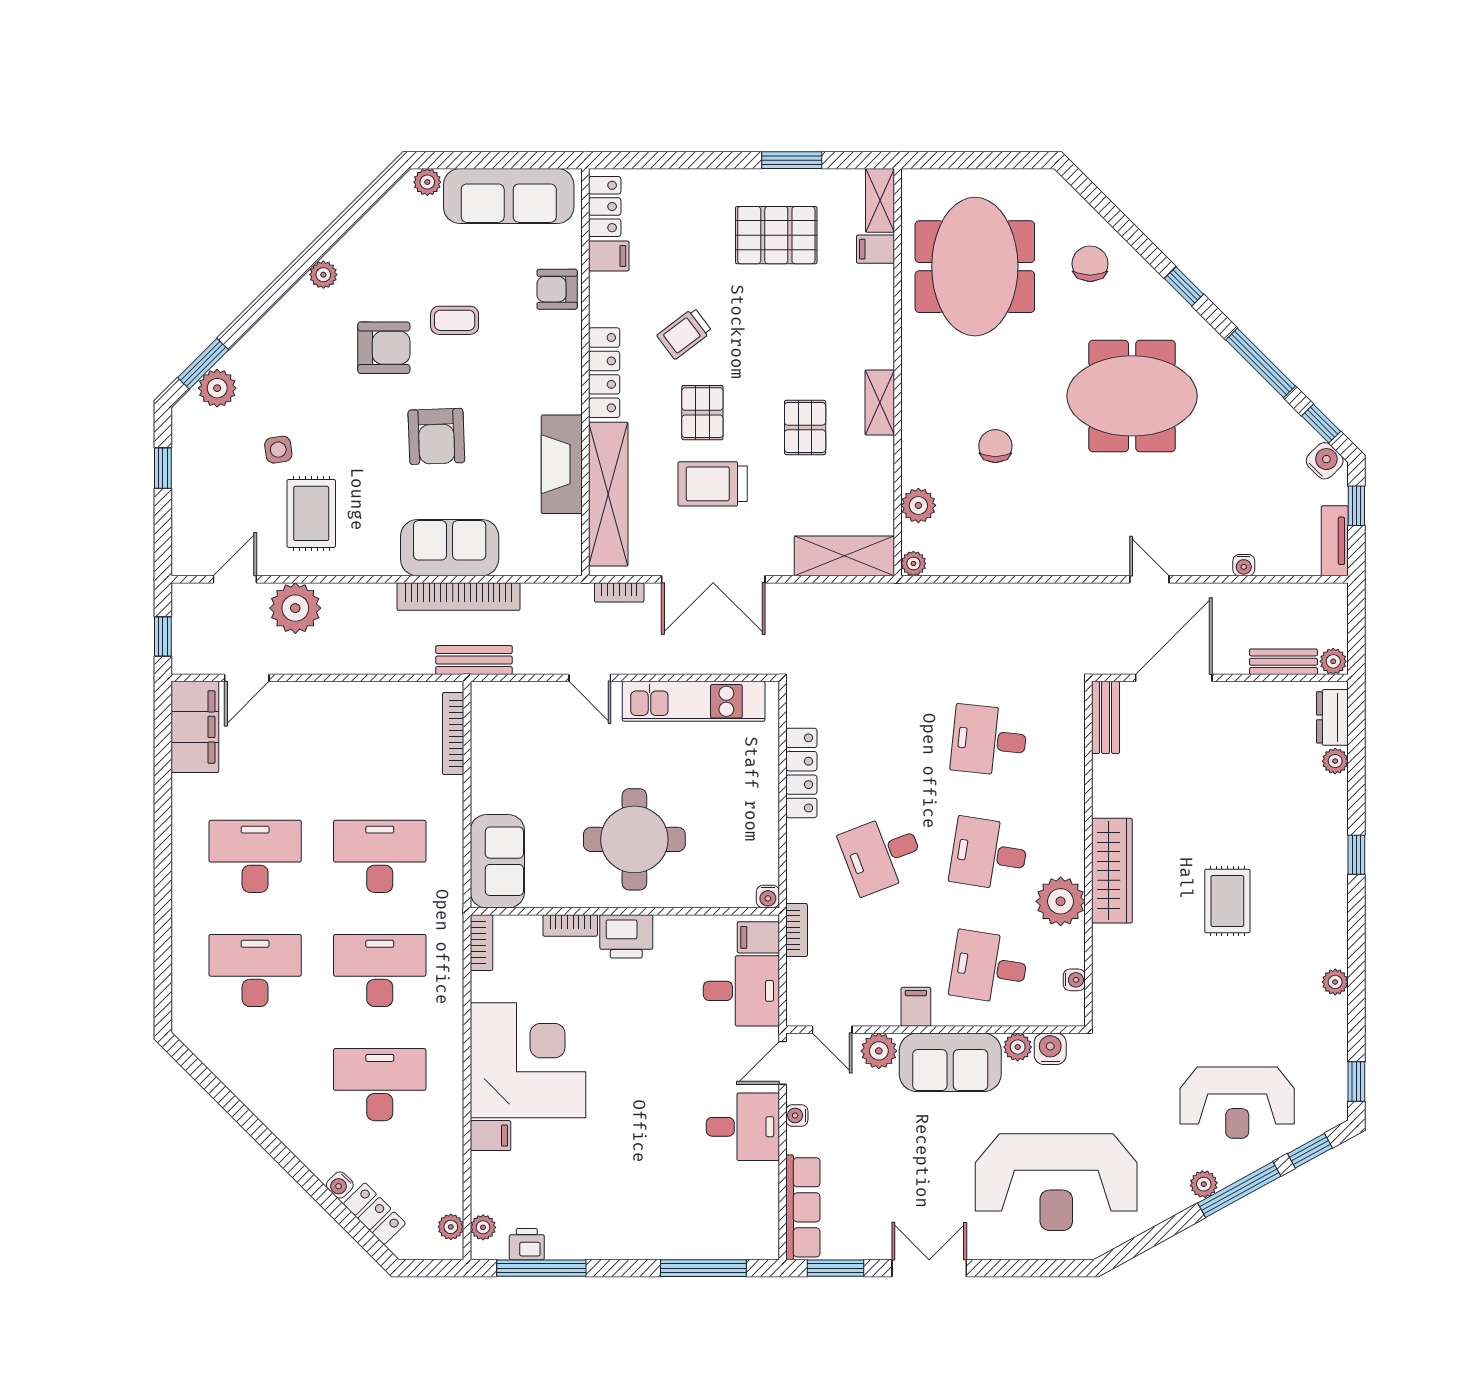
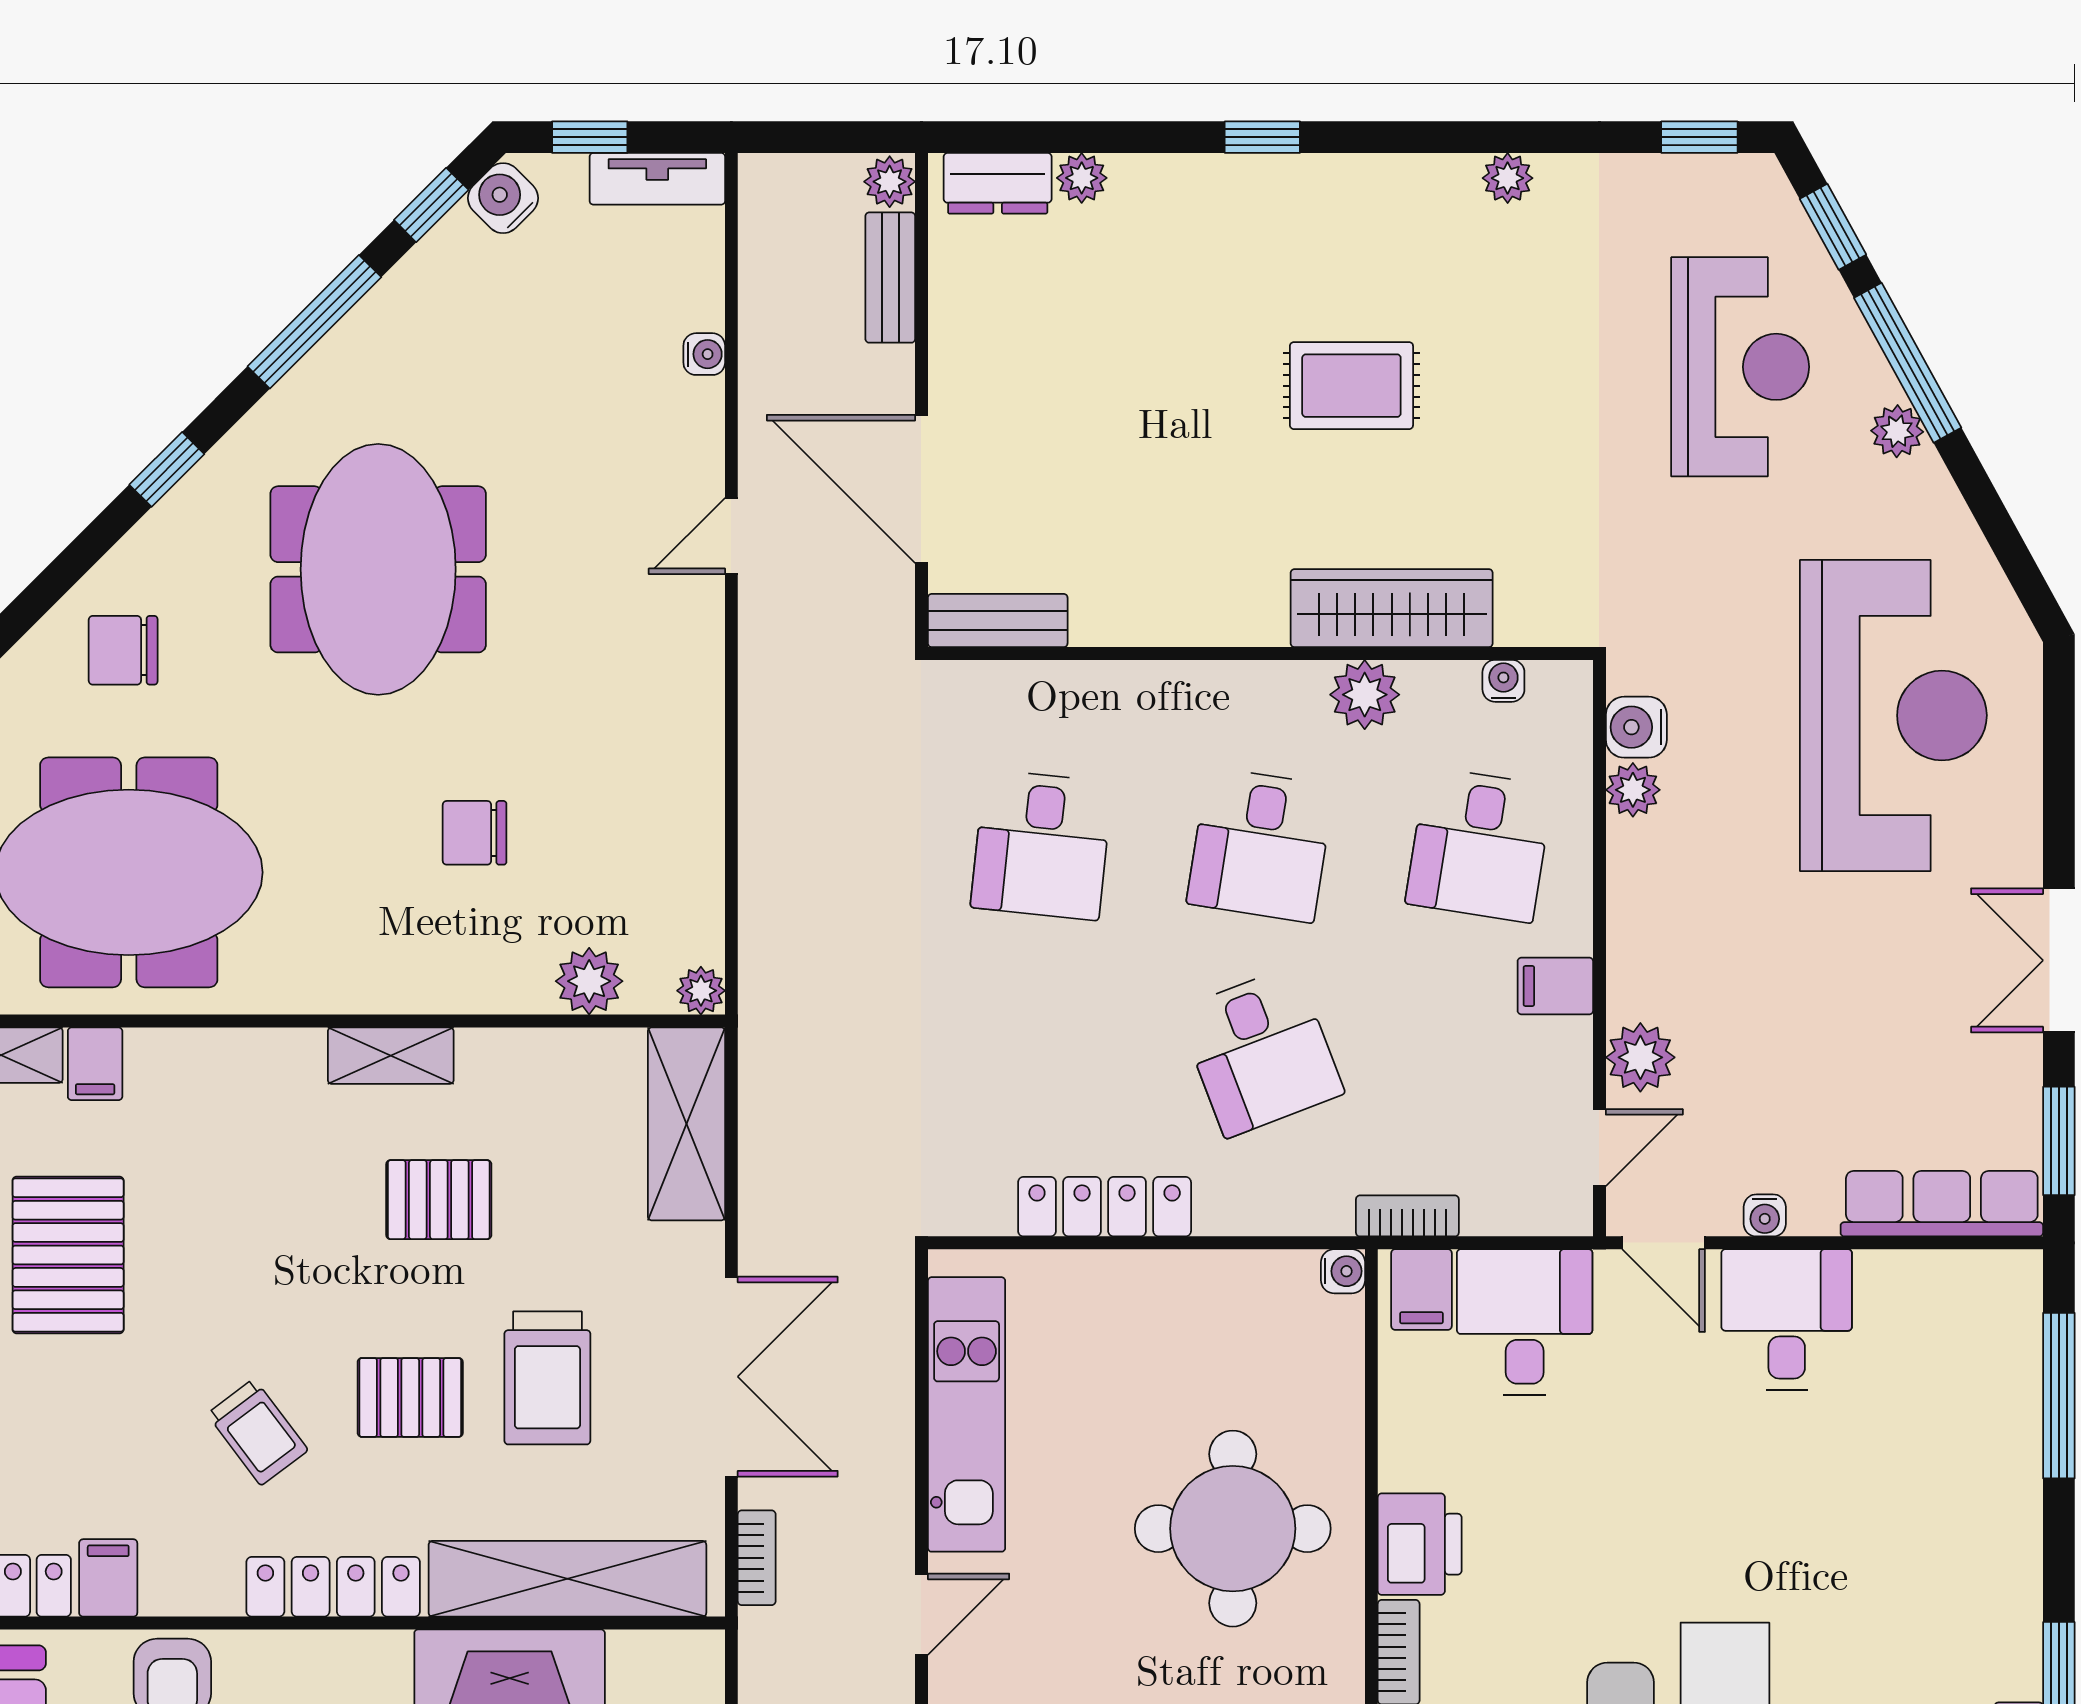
wardrobe: (1112, 871) -> (1392, 608), moved
plant: (1061, 901) -> (1365, 695), width x0.73, depth x0.73
sofa: (950, 1062) -> (1662, 920), removed

